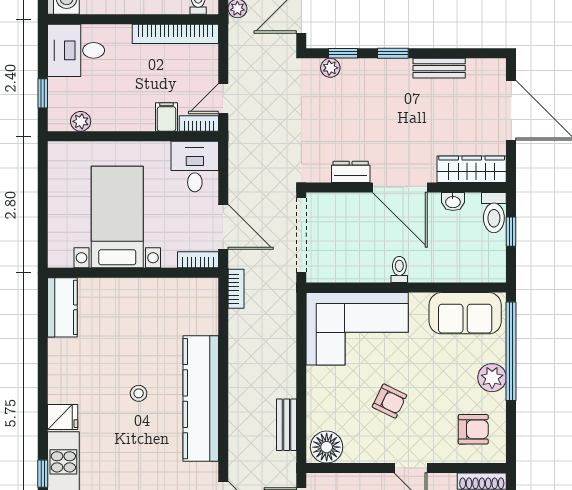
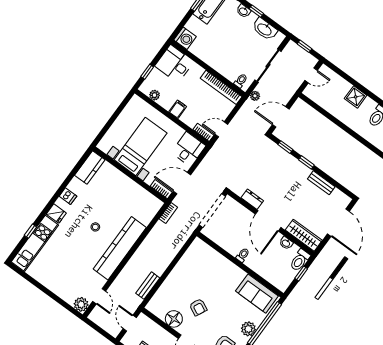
plant: (330, 68) -> (276, 149), removed
filing cabinet: (166, 117) -> (178, 109), moved
door: (223, 227) -> (182, 183), swing flipped
corner sofa: (357, 329) -> (207, 267), removed
dishwasher: (61, 377) -> (68, 196), added
floor lamp: (327, 447) -> (174, 319), moved

